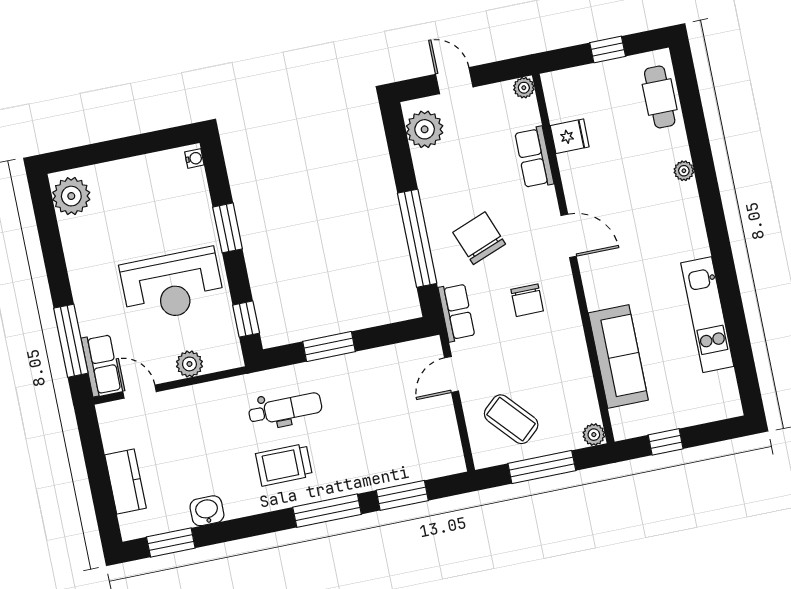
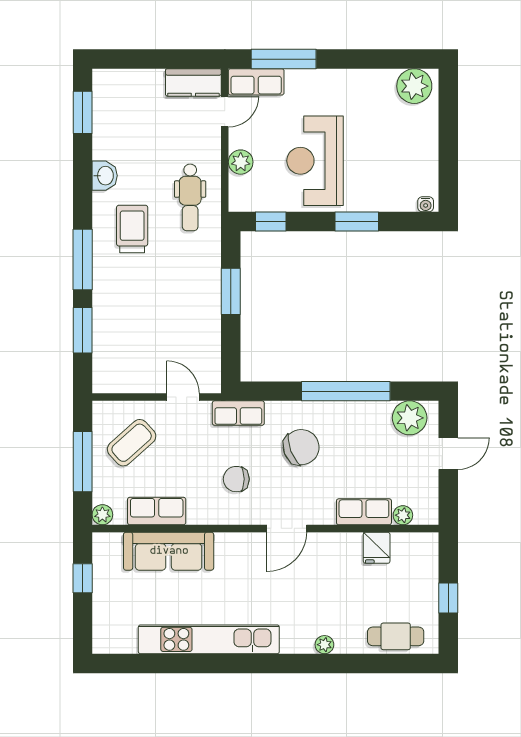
plant: (524, 88) -> (403, 515), moved
window: (417, 238) -> (346, 391), moved
kitchen unit: (707, 315) -> (209, 639), width x1.36
row of seats: (578, 378) -> (157, 511), added
dental chair: (285, 409) -> (190, 197), moved
kitchen counter: (125, 482) -> (193, 83), moved
washbasin: (207, 511) -> (105, 176), moved

